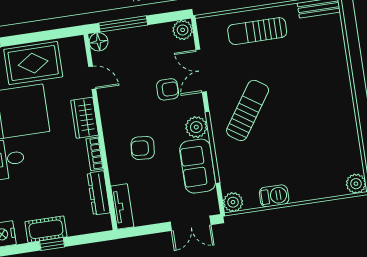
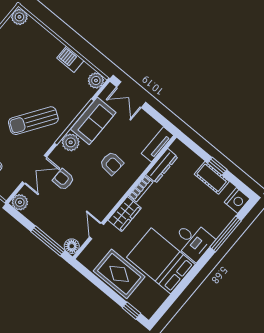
double door: (191, 223) -> (131, 95), swing flipped

